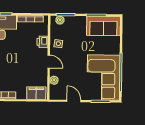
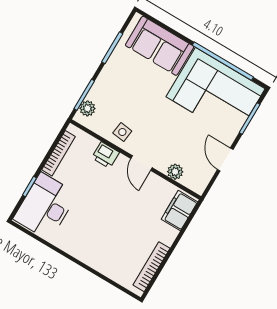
sofa: (103, 26) -> (160, 46), moved, turned 90
door: (49, 62) -> (142, 163), swing flipped
door: (74, 101) -> (225, 160), hinge flipped

